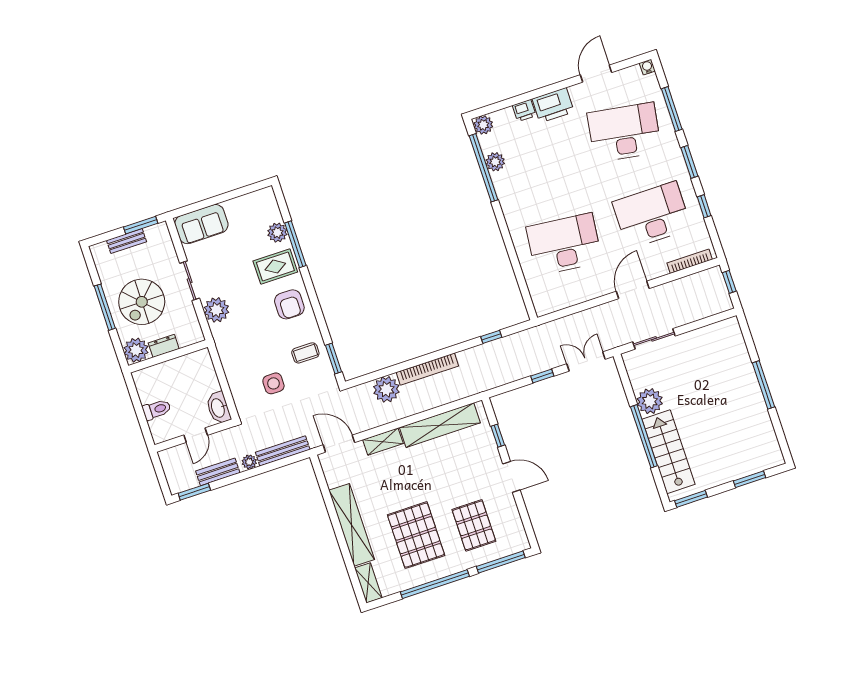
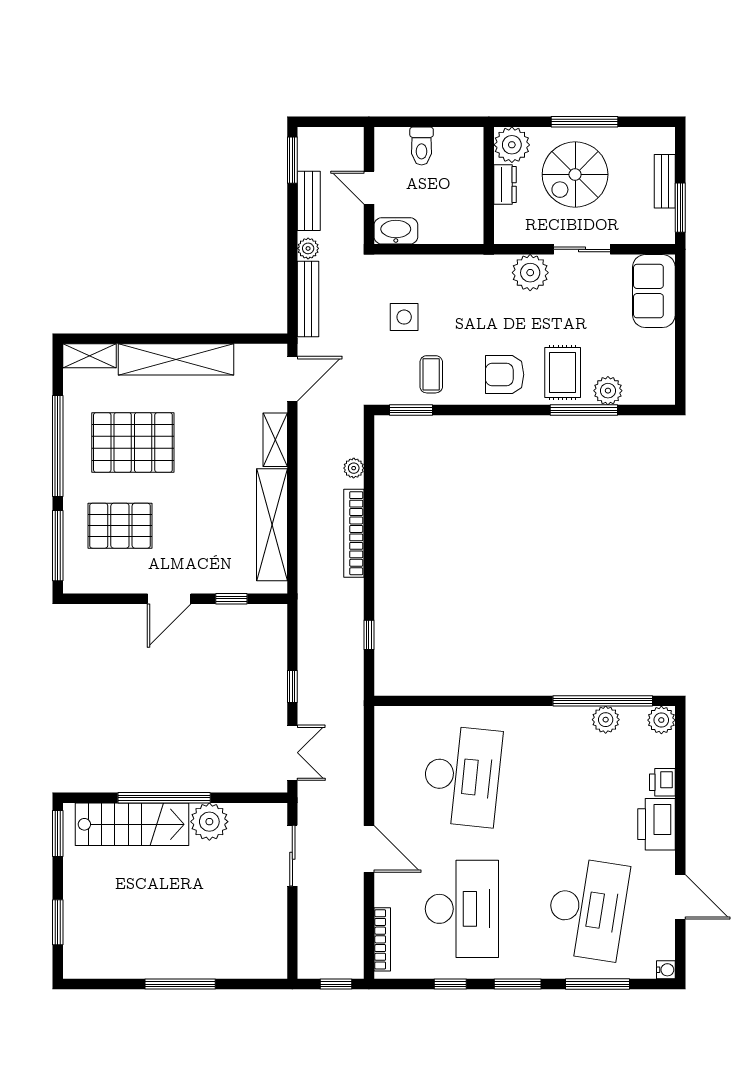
spiral stairs: (142, 302) -> (575, 175), turned -90
plant: (386, 389) -> (354, 468), width x0.53, depth x0.53

